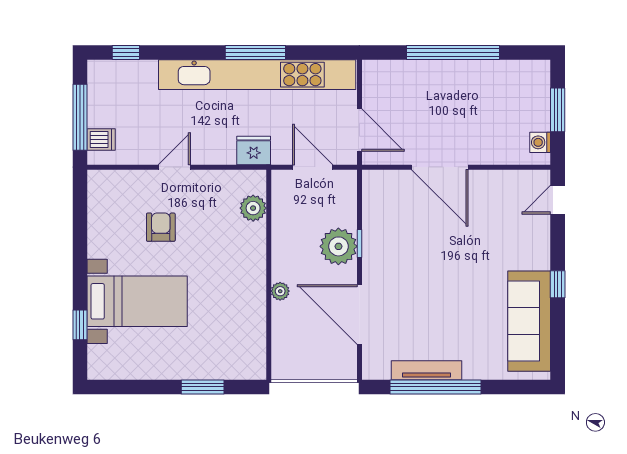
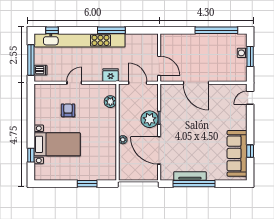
window: (453, 53) -> (216, 30), moved
kitchen unit: (257, 75) -> (80, 40), moved
washing machine: (540, 142) -> (242, 53), moved
window: (558, 284) -> (250, 151), moved

